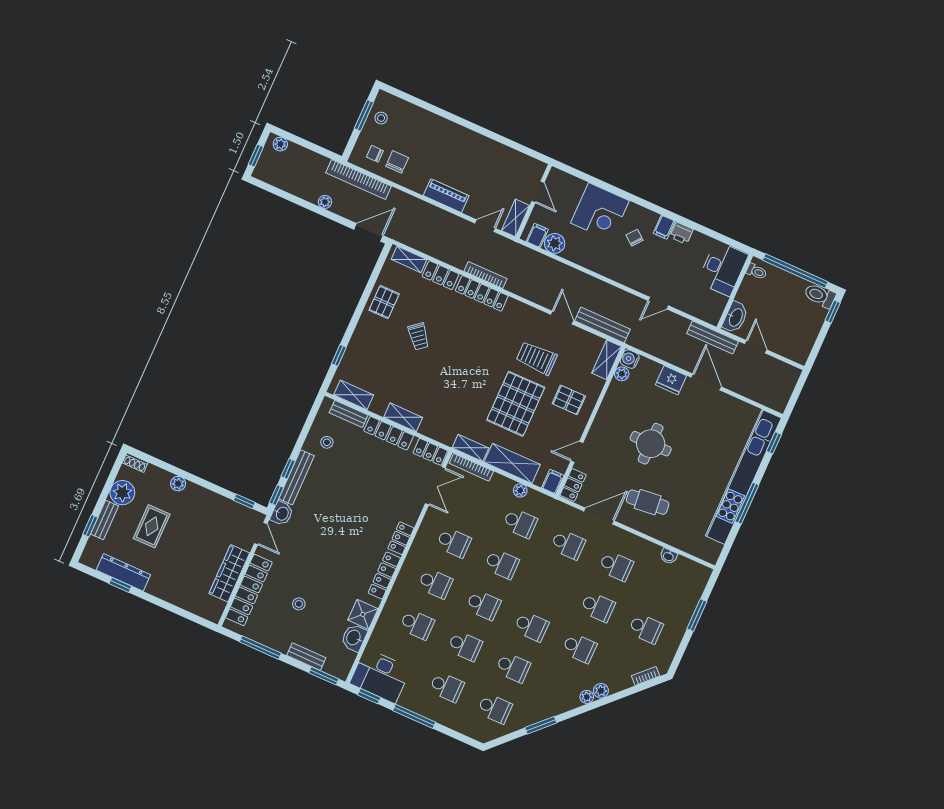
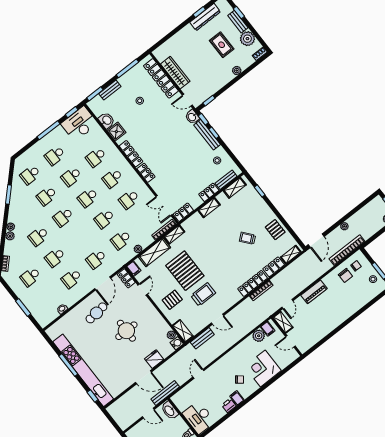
bench: (603, 325) -> (202, 338), width x0.73
locker: (389, 433) -> (209, 192), width x0.66

